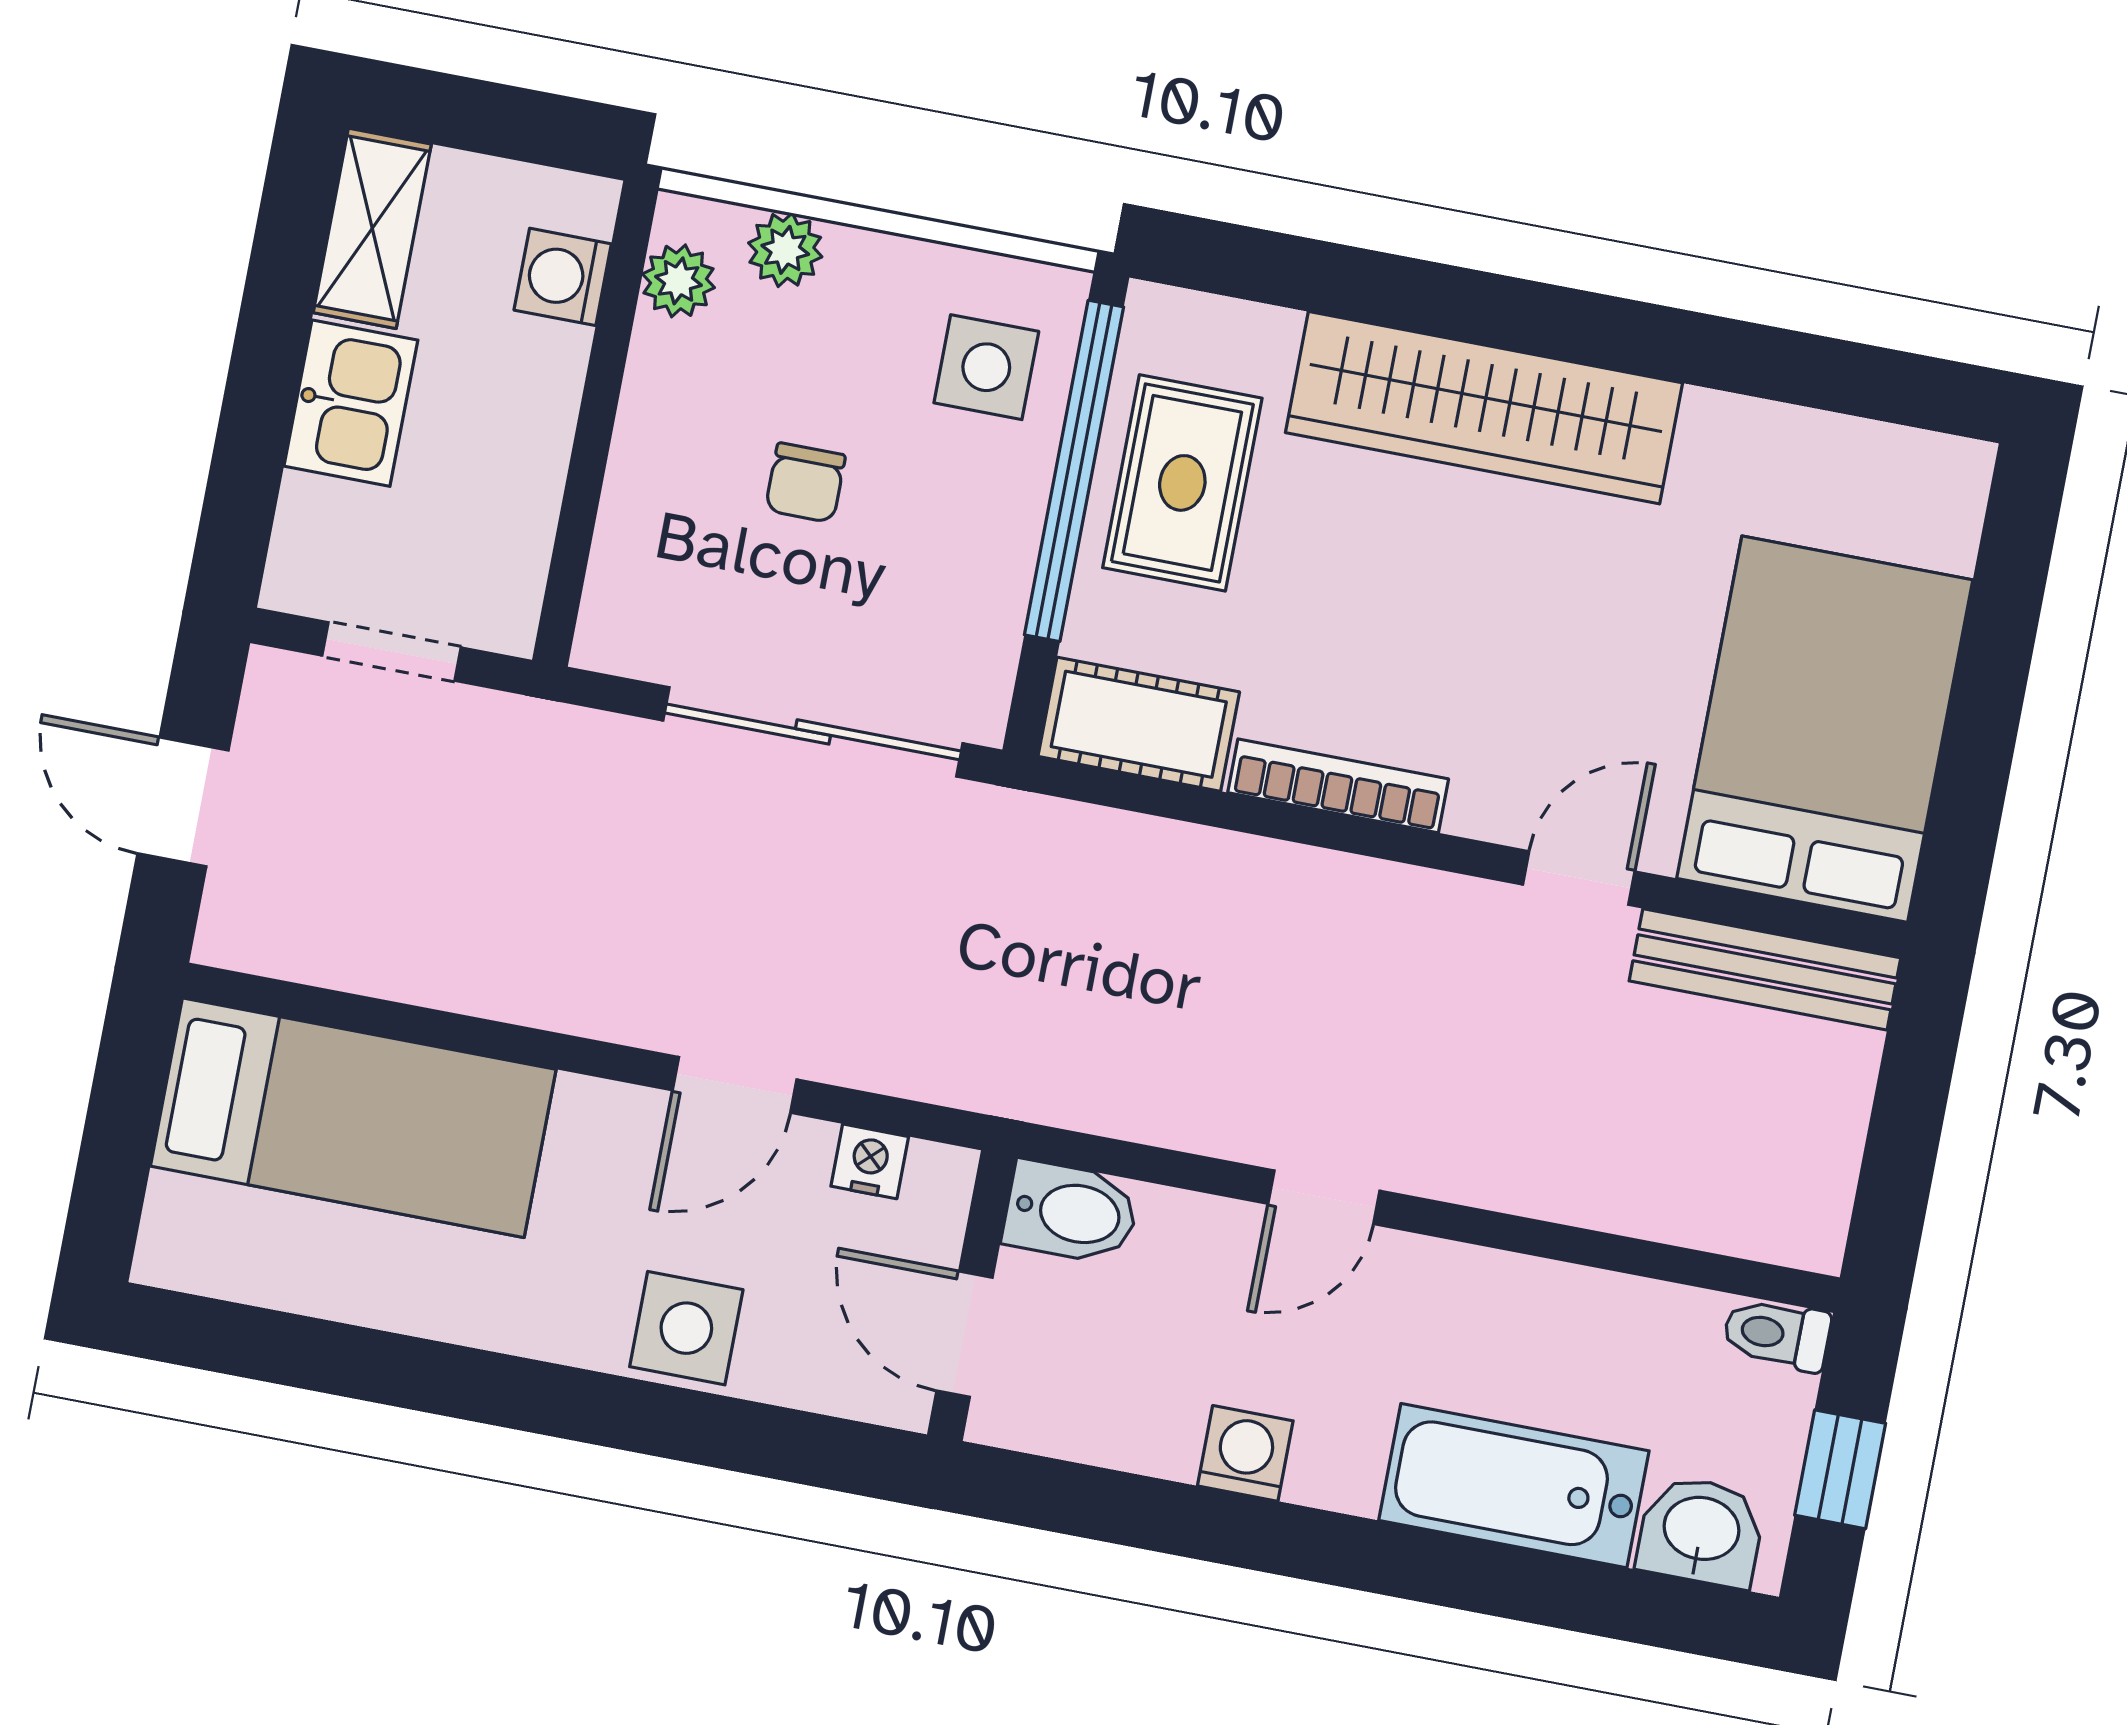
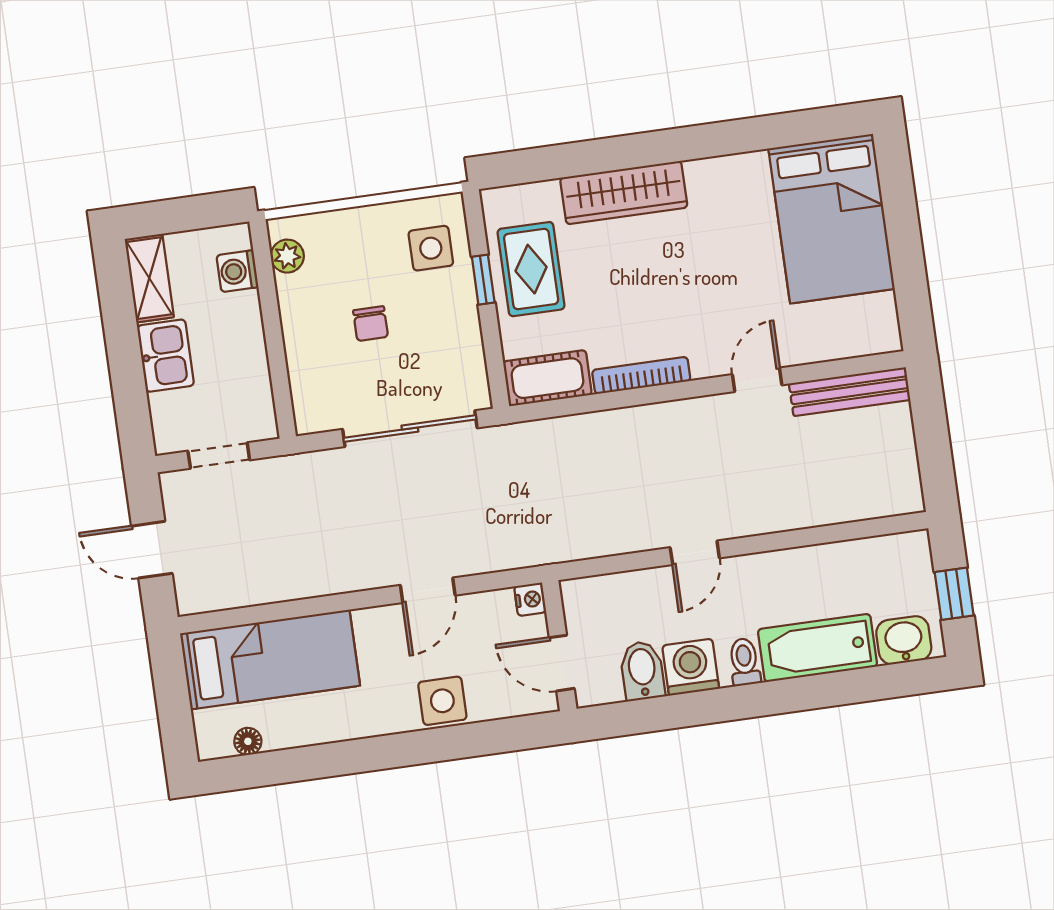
plant: (785, 250) -> (328, 227), removed
wardrobe: (1484, 408) -> (624, 193), width x0.71, depth x0.85
window: (1074, 471) -> (483, 280), width x0.32
bed: (1825, 729) -> (832, 219), moved, turned 180
nightstand: (870, 1161) -> (530, 599), moved, turned 90
bidet: (1071, 1212) -> (642, 671), moved, turned -90
floor lamp: (248, 1274) -> (248, 741), added
toilet: (1777, 1334) -> (744, 662), moved, turned 90
washing machine: (1245, 1453) -> (691, 667), width x1.38, depth x1.38

